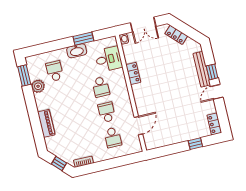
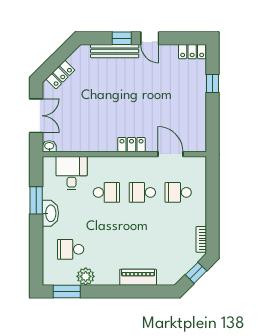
locker: (133, 73) -> (131, 145), moved
school desk: (113, 138) -> (178, 192), turned 180

